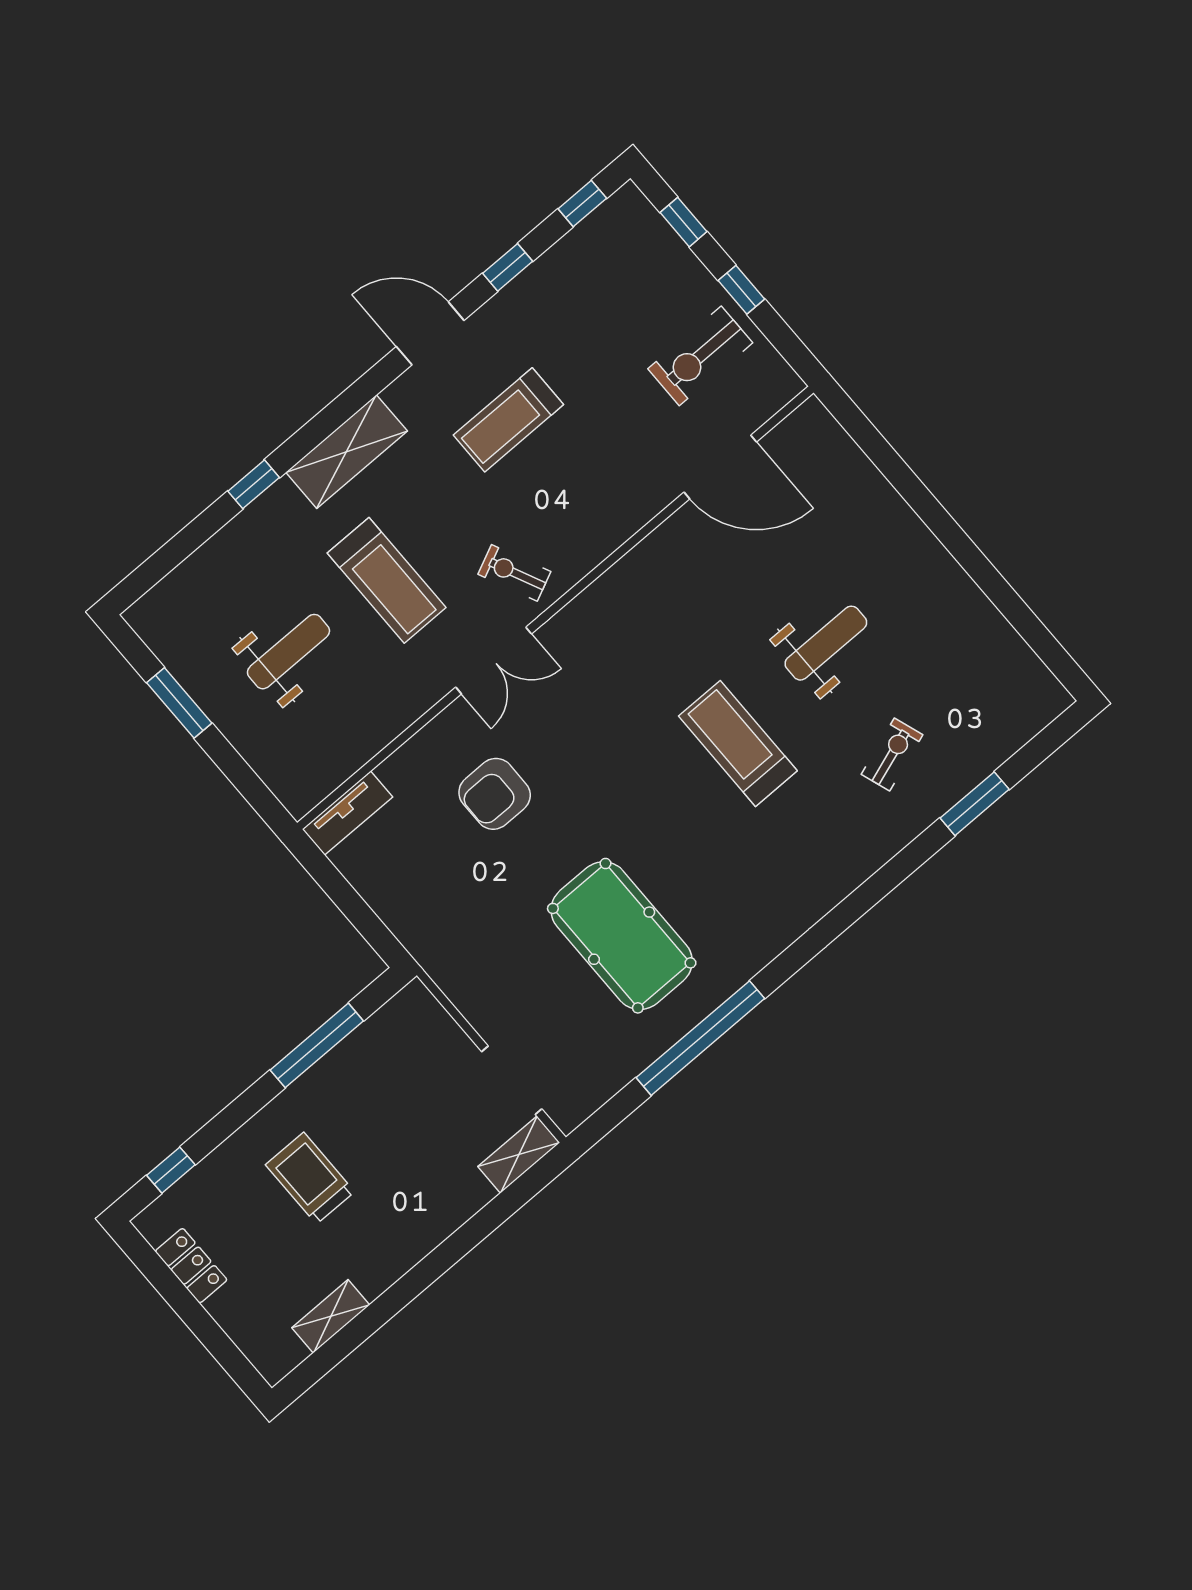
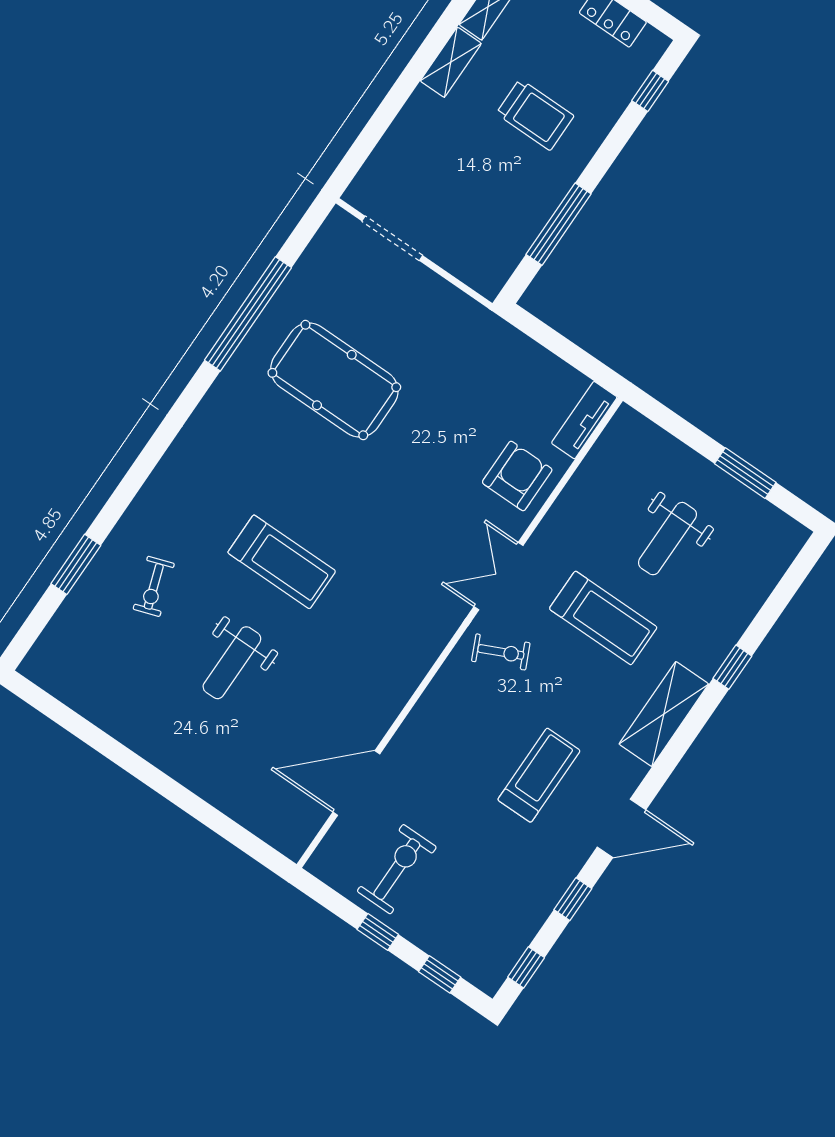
treadmill: (387, 580) -> (603, 618), turned 180
armchair: (495, 794) -> (517, 476), moved
shelving: (519, 1155) -> (451, 62), moved

